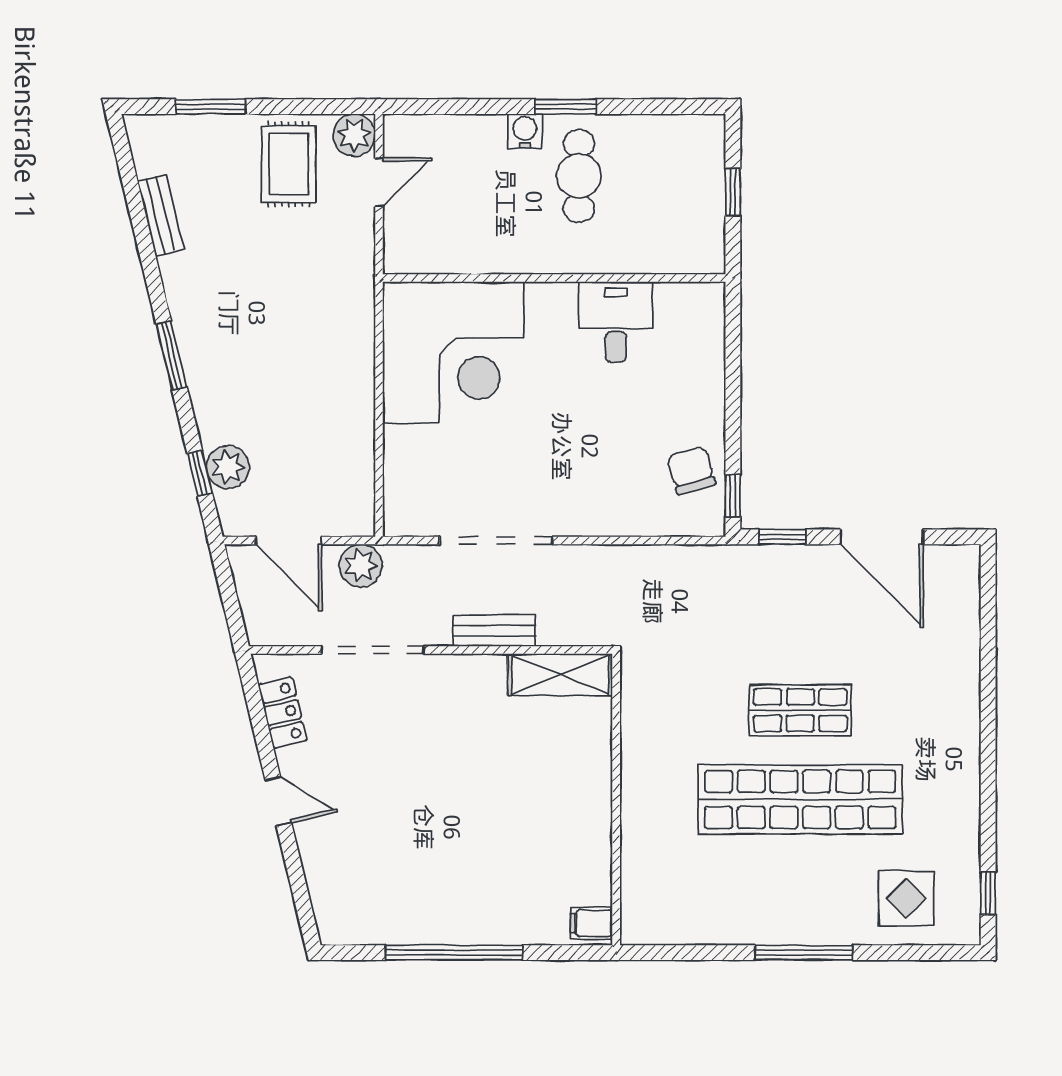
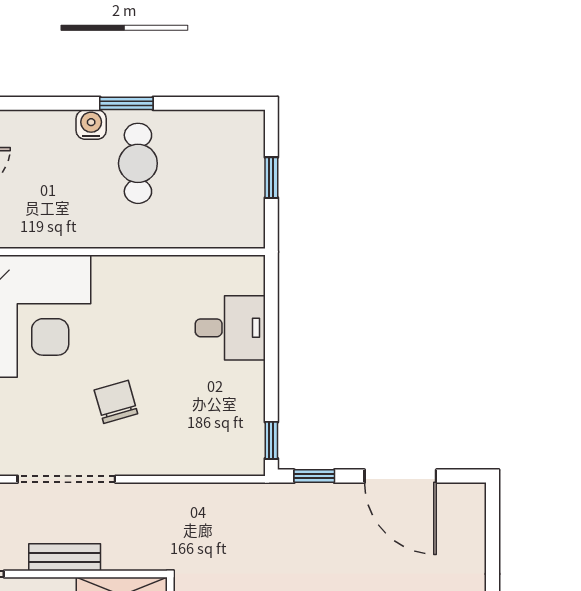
desk: (616, 322) -> (230, 328), moved, turned 90
chair: (691, 470) -> (116, 402), moved

